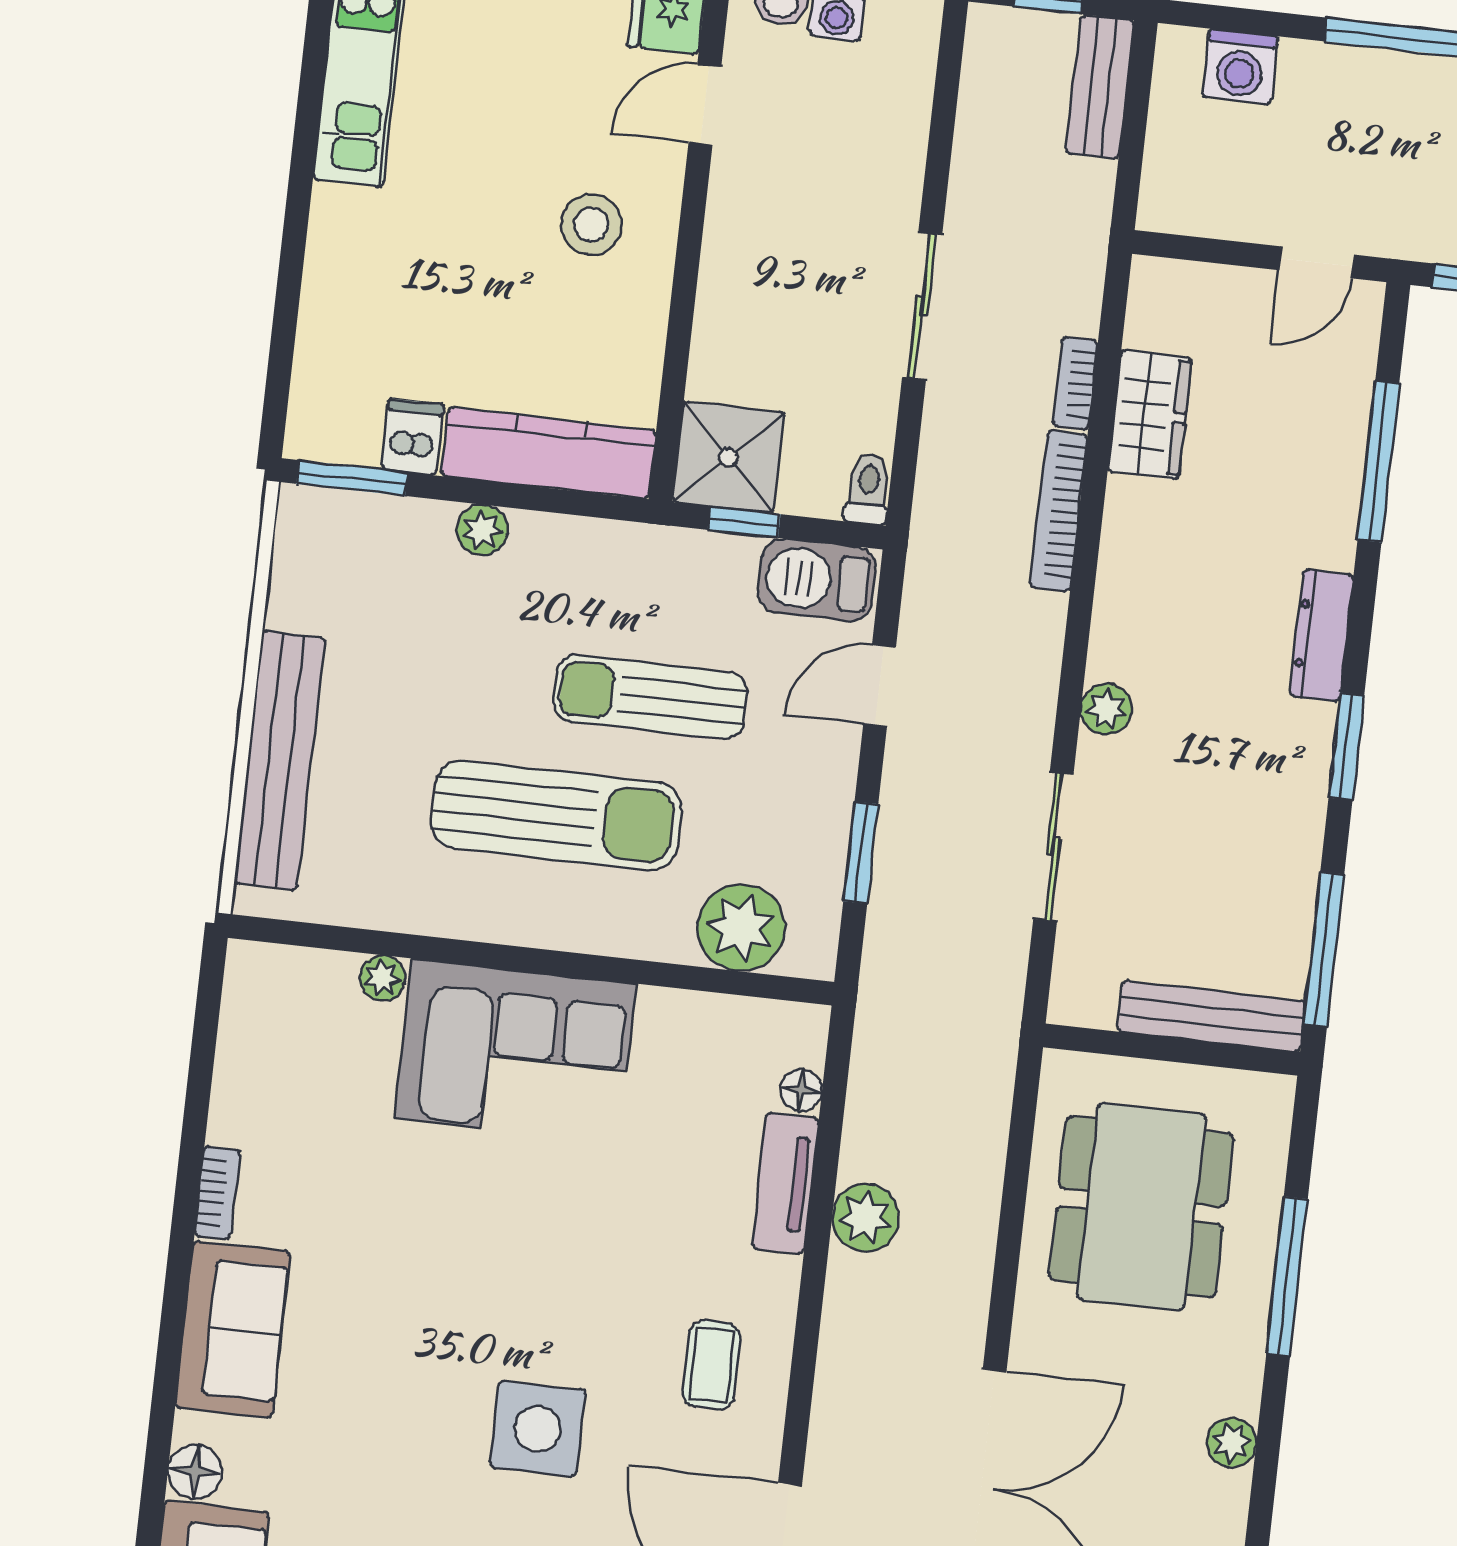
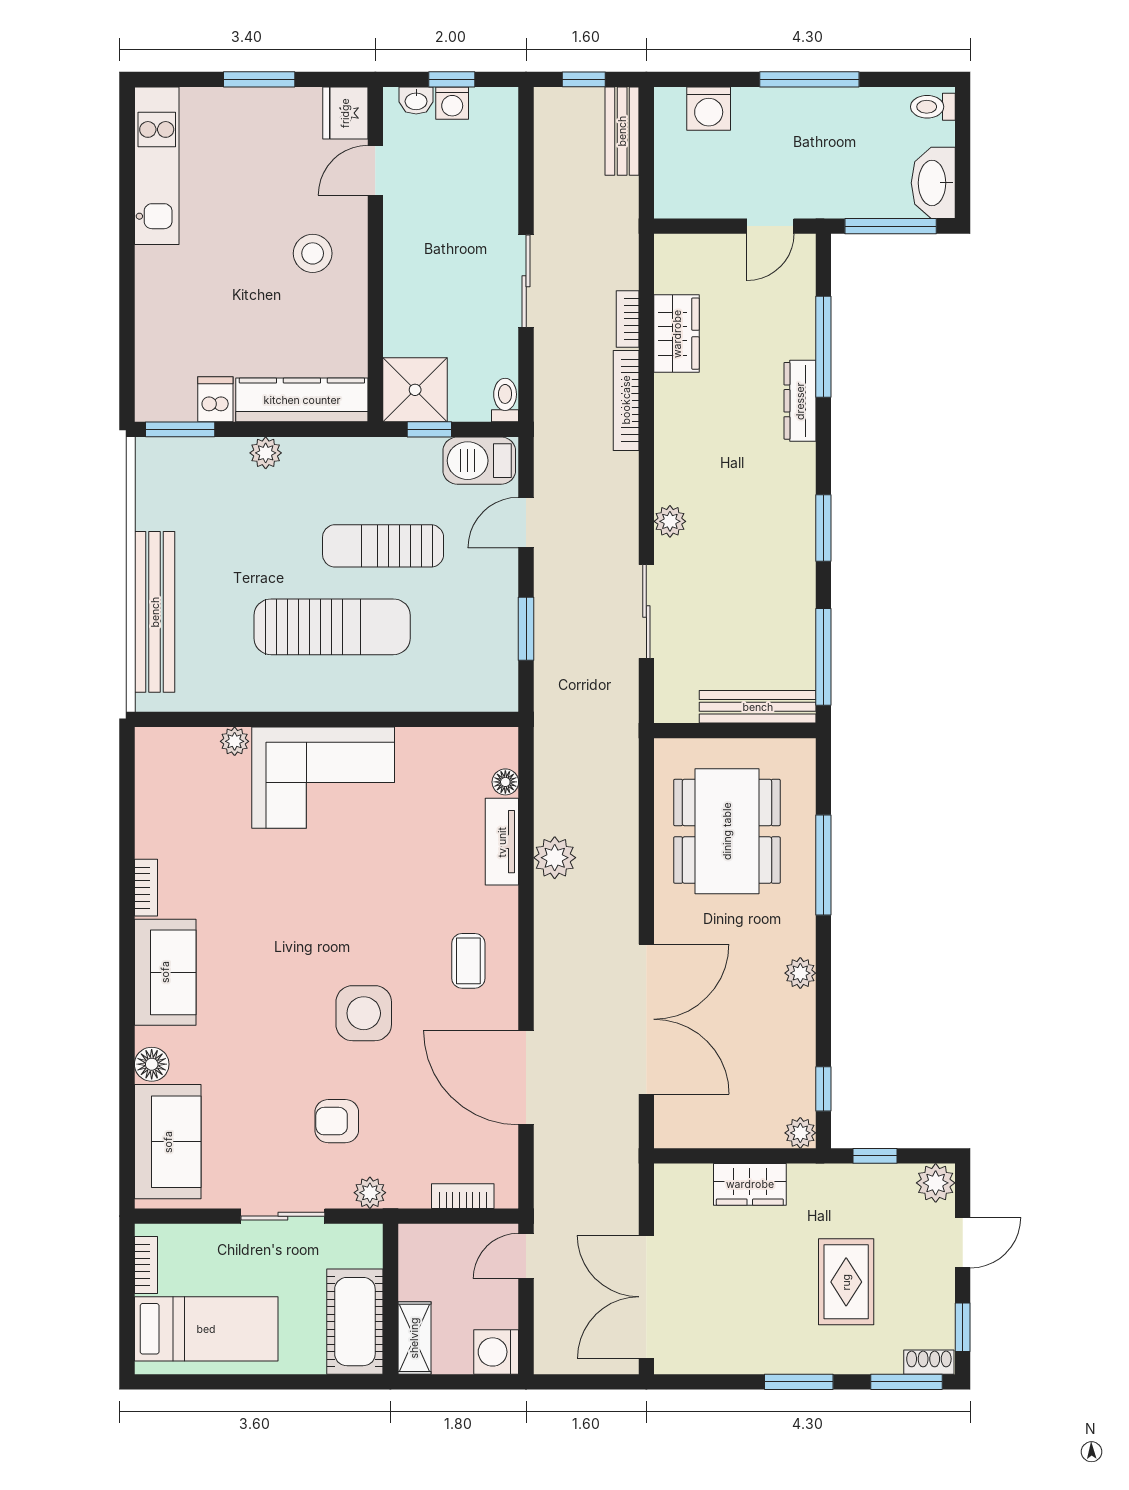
dresser: (1322, 635) -> (800, 401), moved
plant: (741, 928) -> (456, 684), removed

